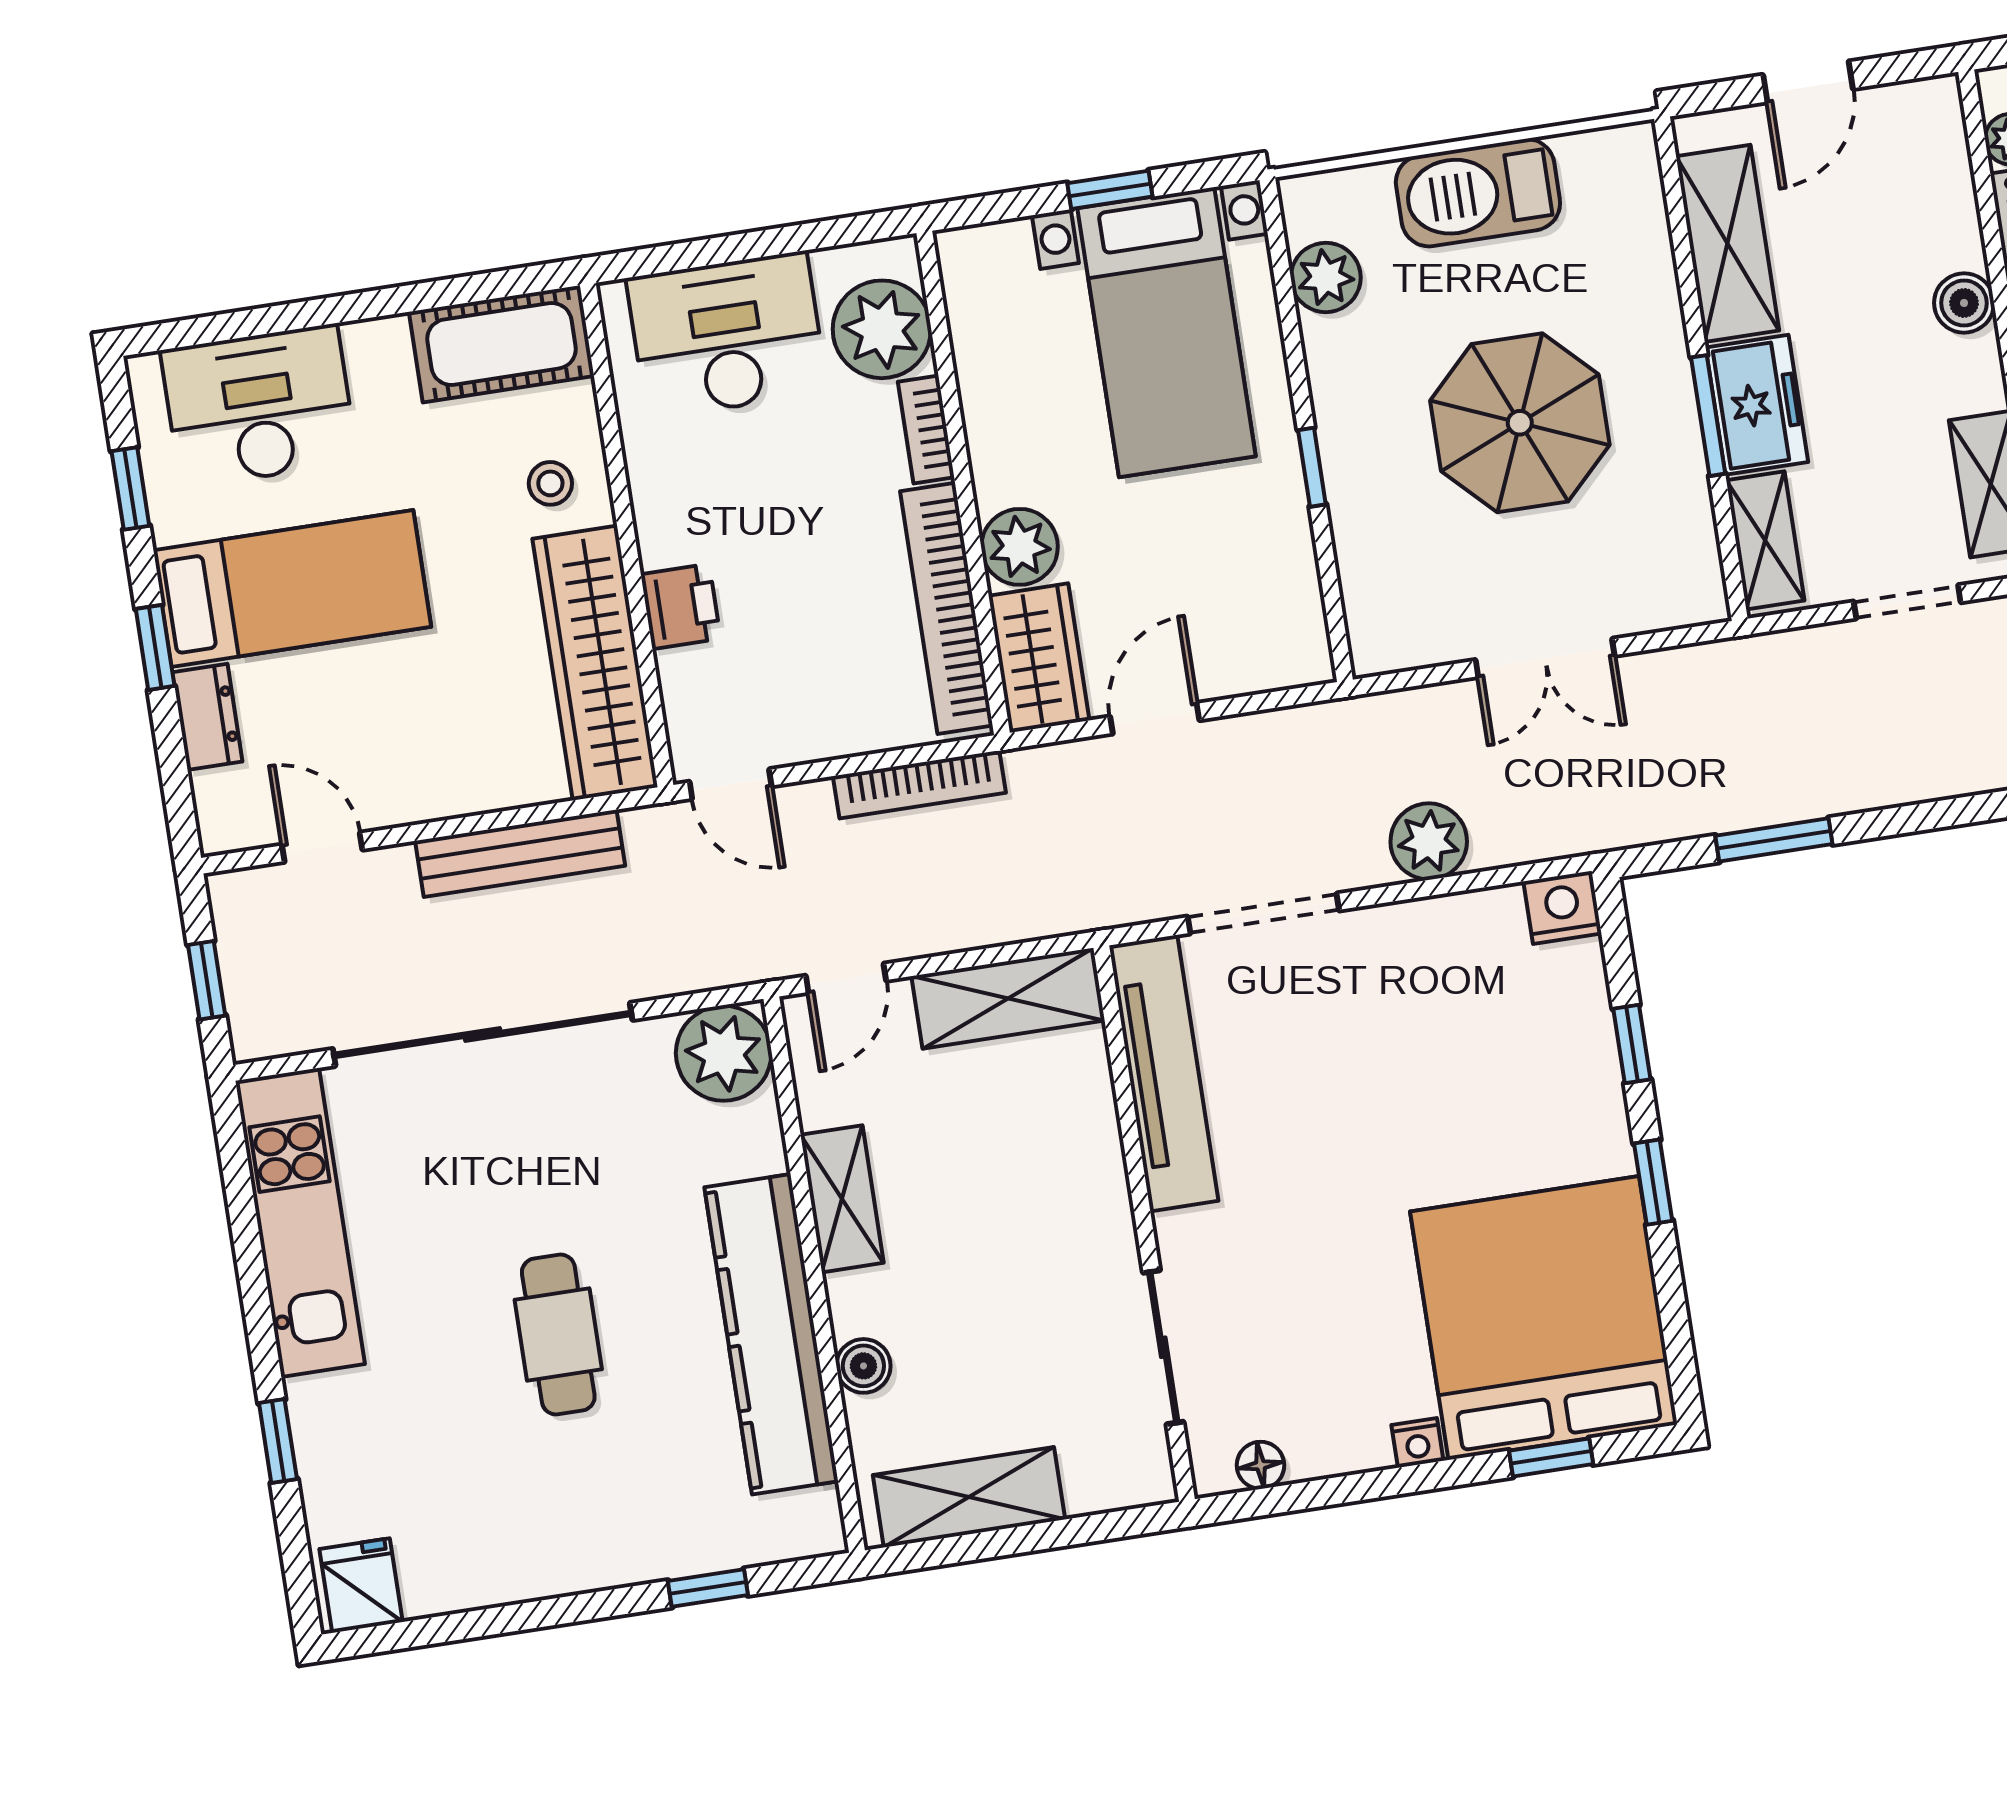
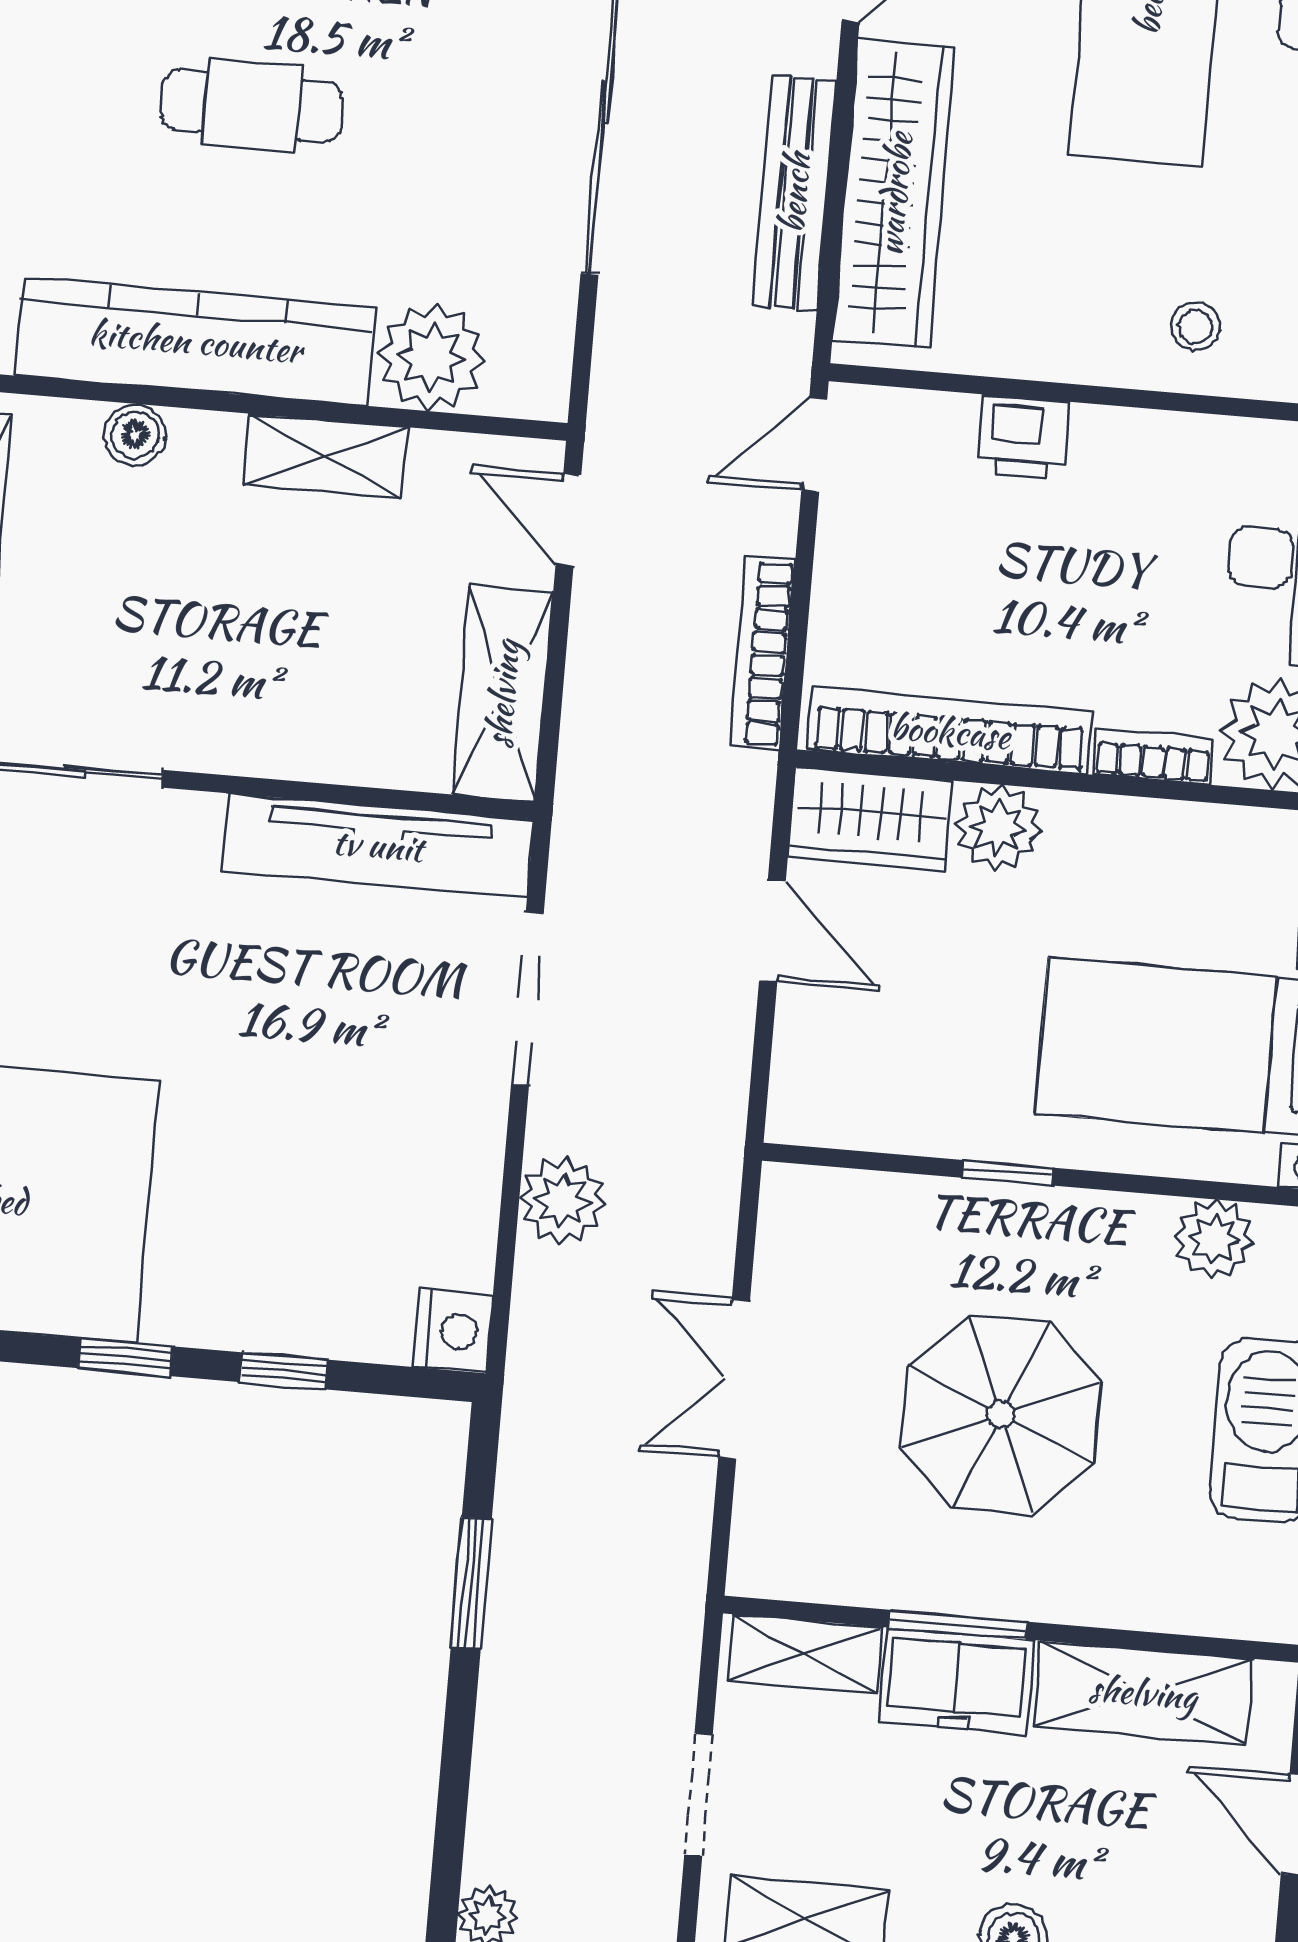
wardrobe: (595, 663) -> (894, 194), moved, turned 90
plant: (724, 1053) -> (432, 357), moved

